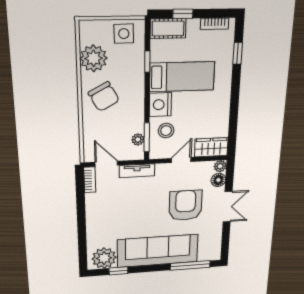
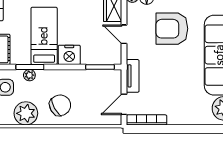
window: (147, 62) -> (30, 67), width x1.50
stool: (166, 131) -> (94, 49), removed
plant: (138, 139) -> (29, 75), moved
bookcase: (90, 180) -> (147, 120), width x1.56

